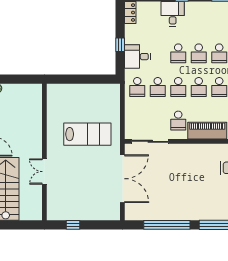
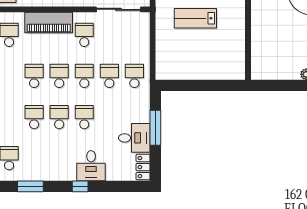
window: (120, 45) -> (155, 128), width x2.17
desk: (137, 57) -> (134, 138), moved
lab bench: (87, 134) -> (195, 18), width x0.73, depth x0.72

